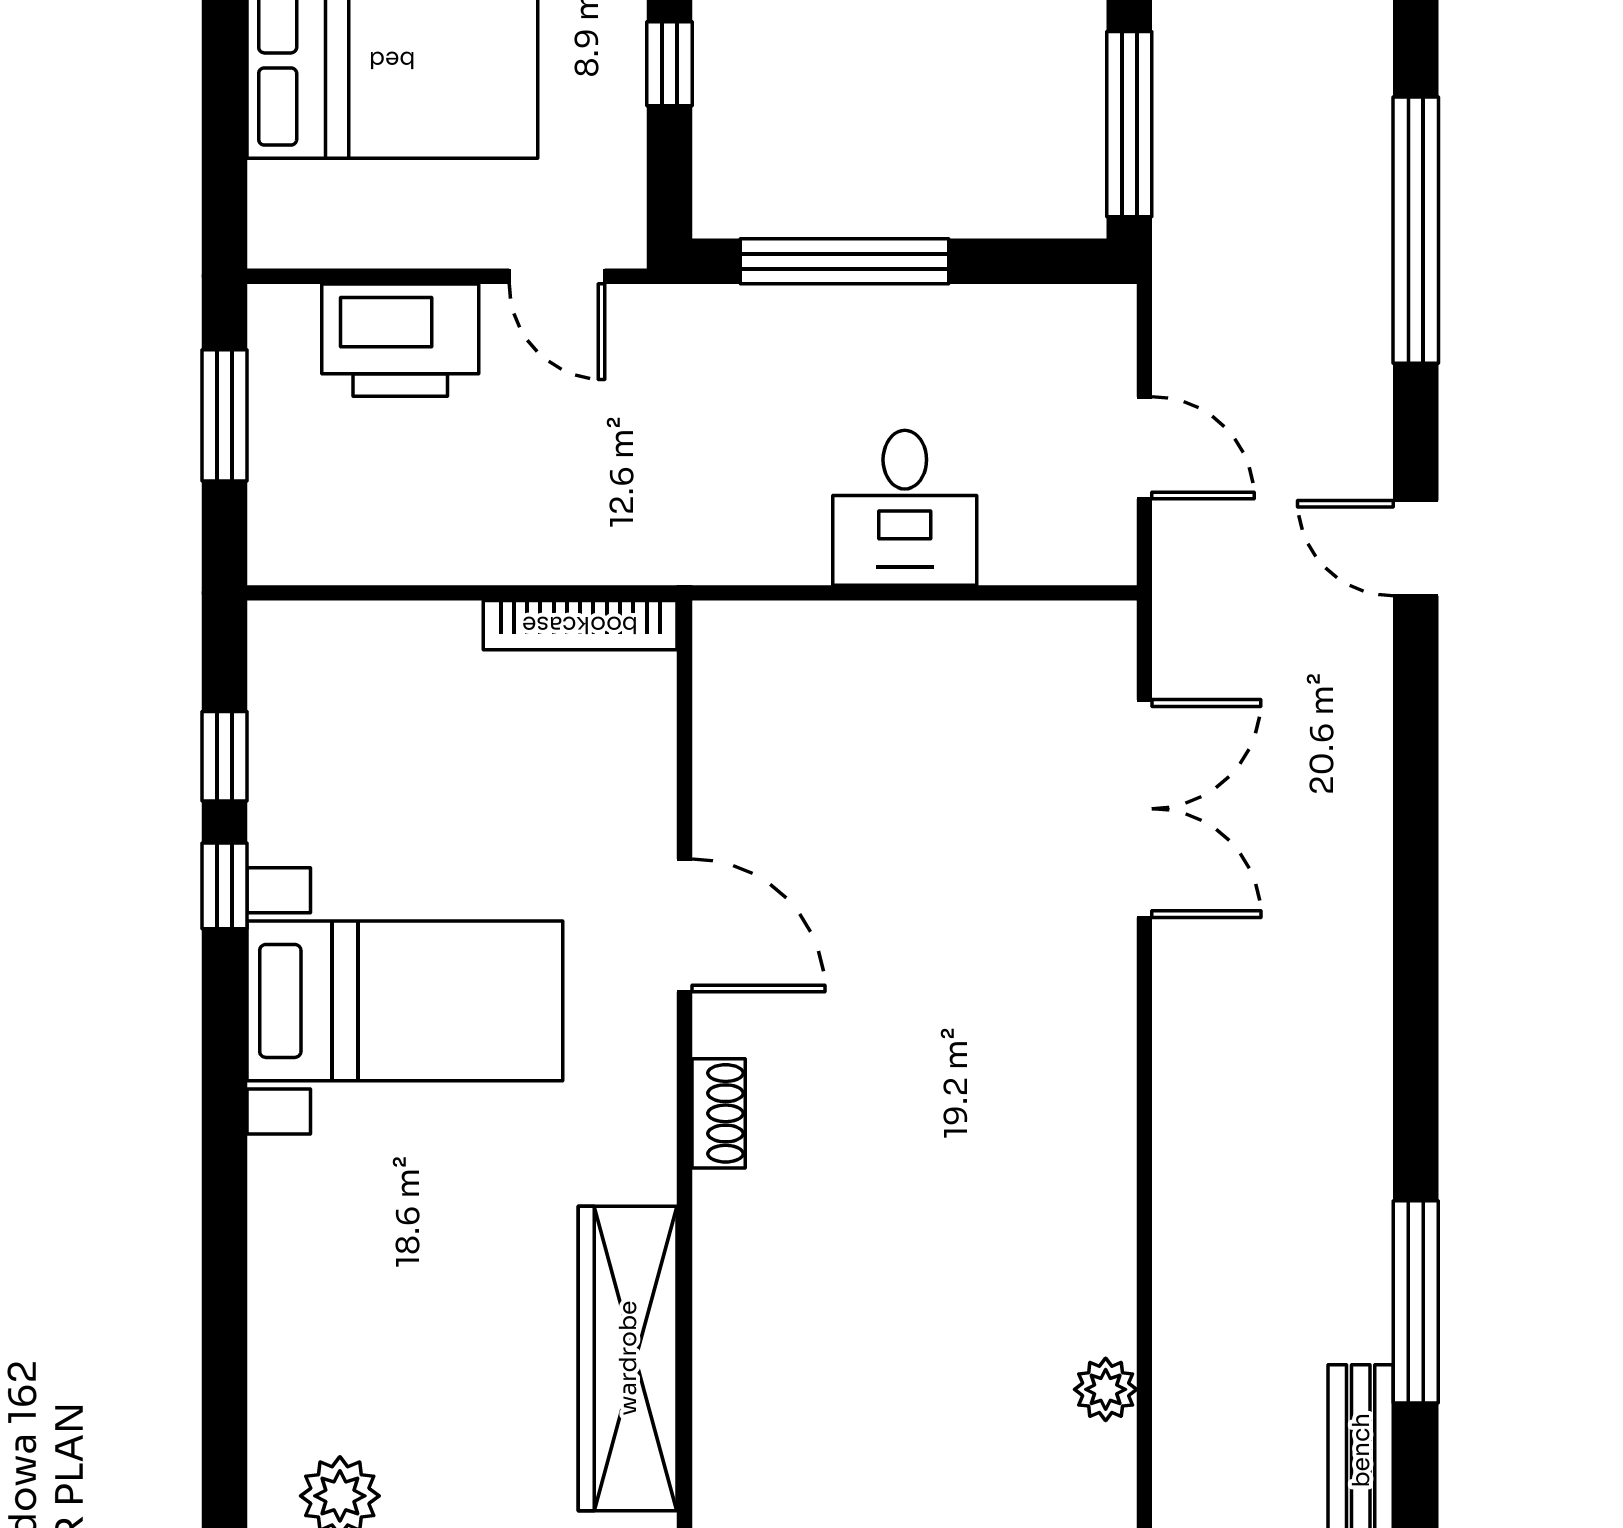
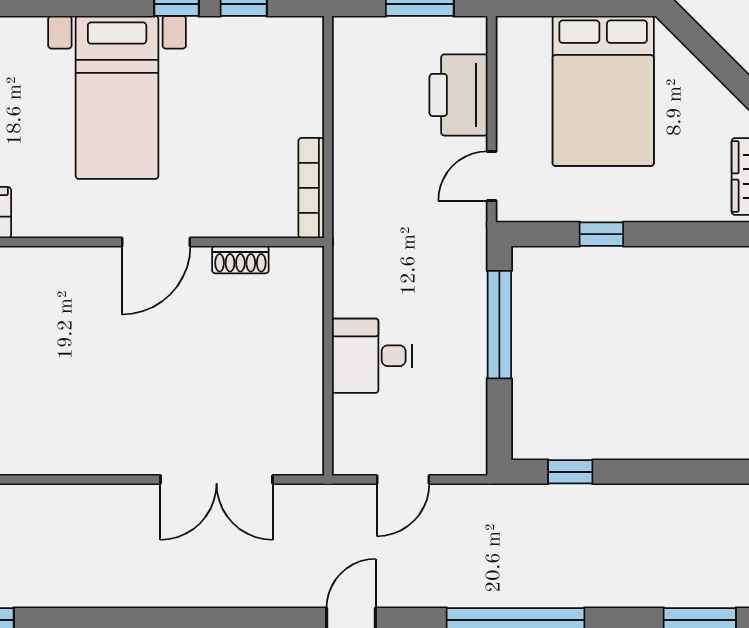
window: (1129, 124) -> (570, 472), width x0.46
shoe rack: (719, 1113) -> (240, 260), moved

